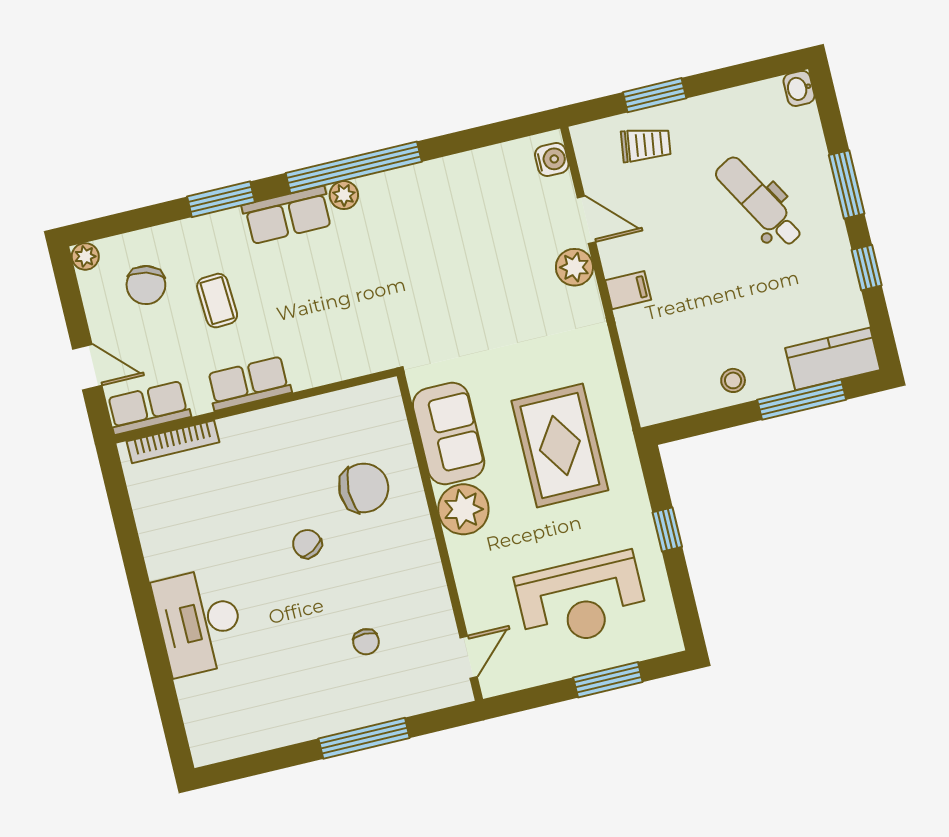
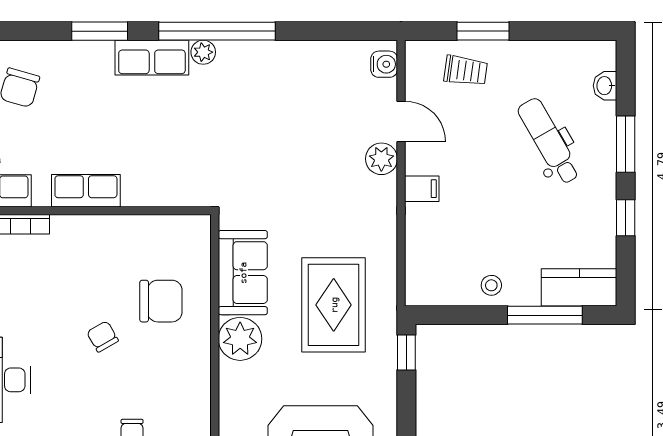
washbasin: (799, 88) -> (605, 86), moved
coffee table: (217, 301) -> (76, 115), removed
window: (667, 529) -> (406, 353), moved

